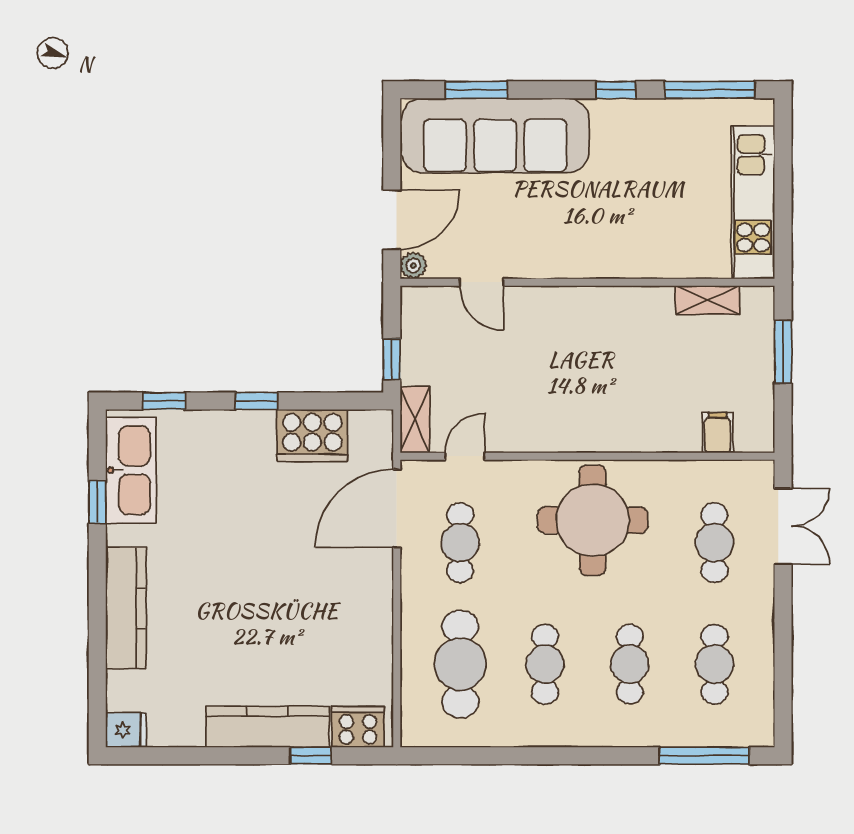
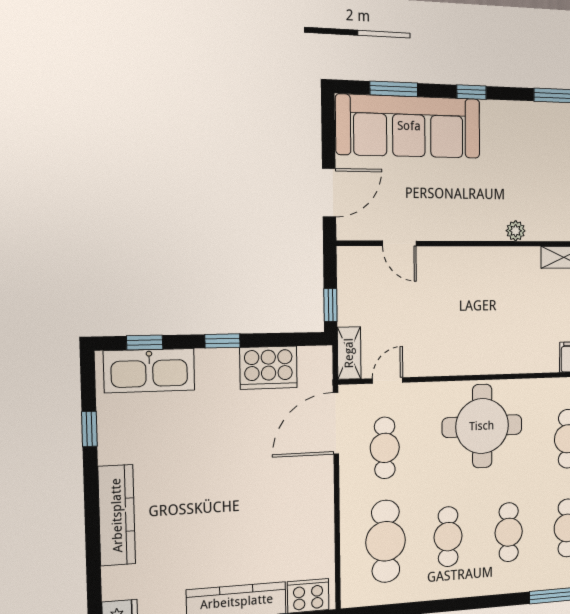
window: (616, 90) -> (471, 92), moved
plant: (413, 266) -> (516, 231), moved
kitchen sink: (131, 470) -> (149, 371), moved, turned 90

